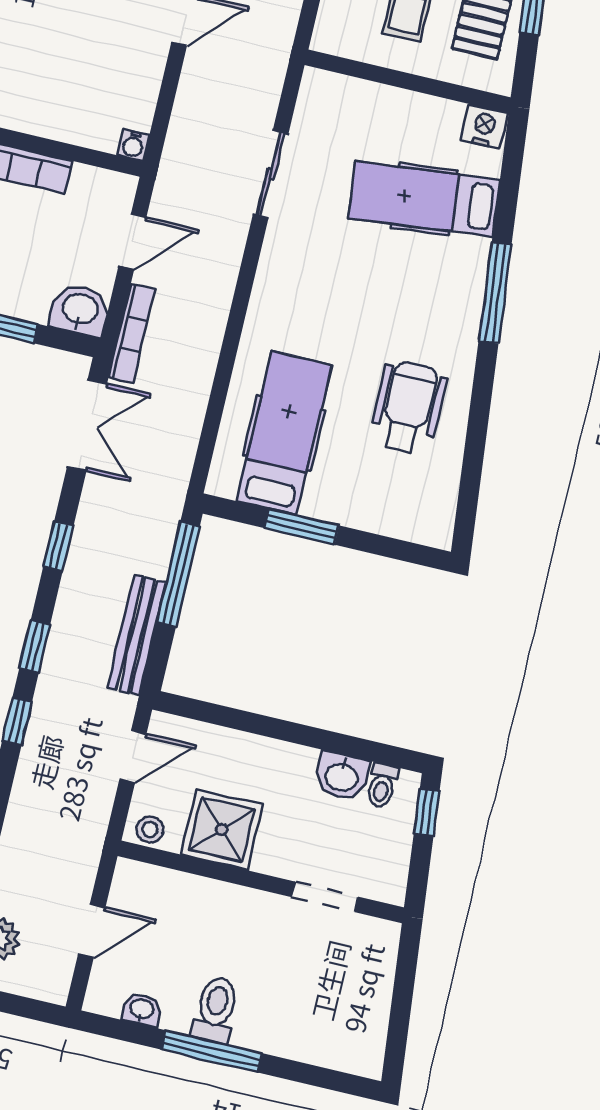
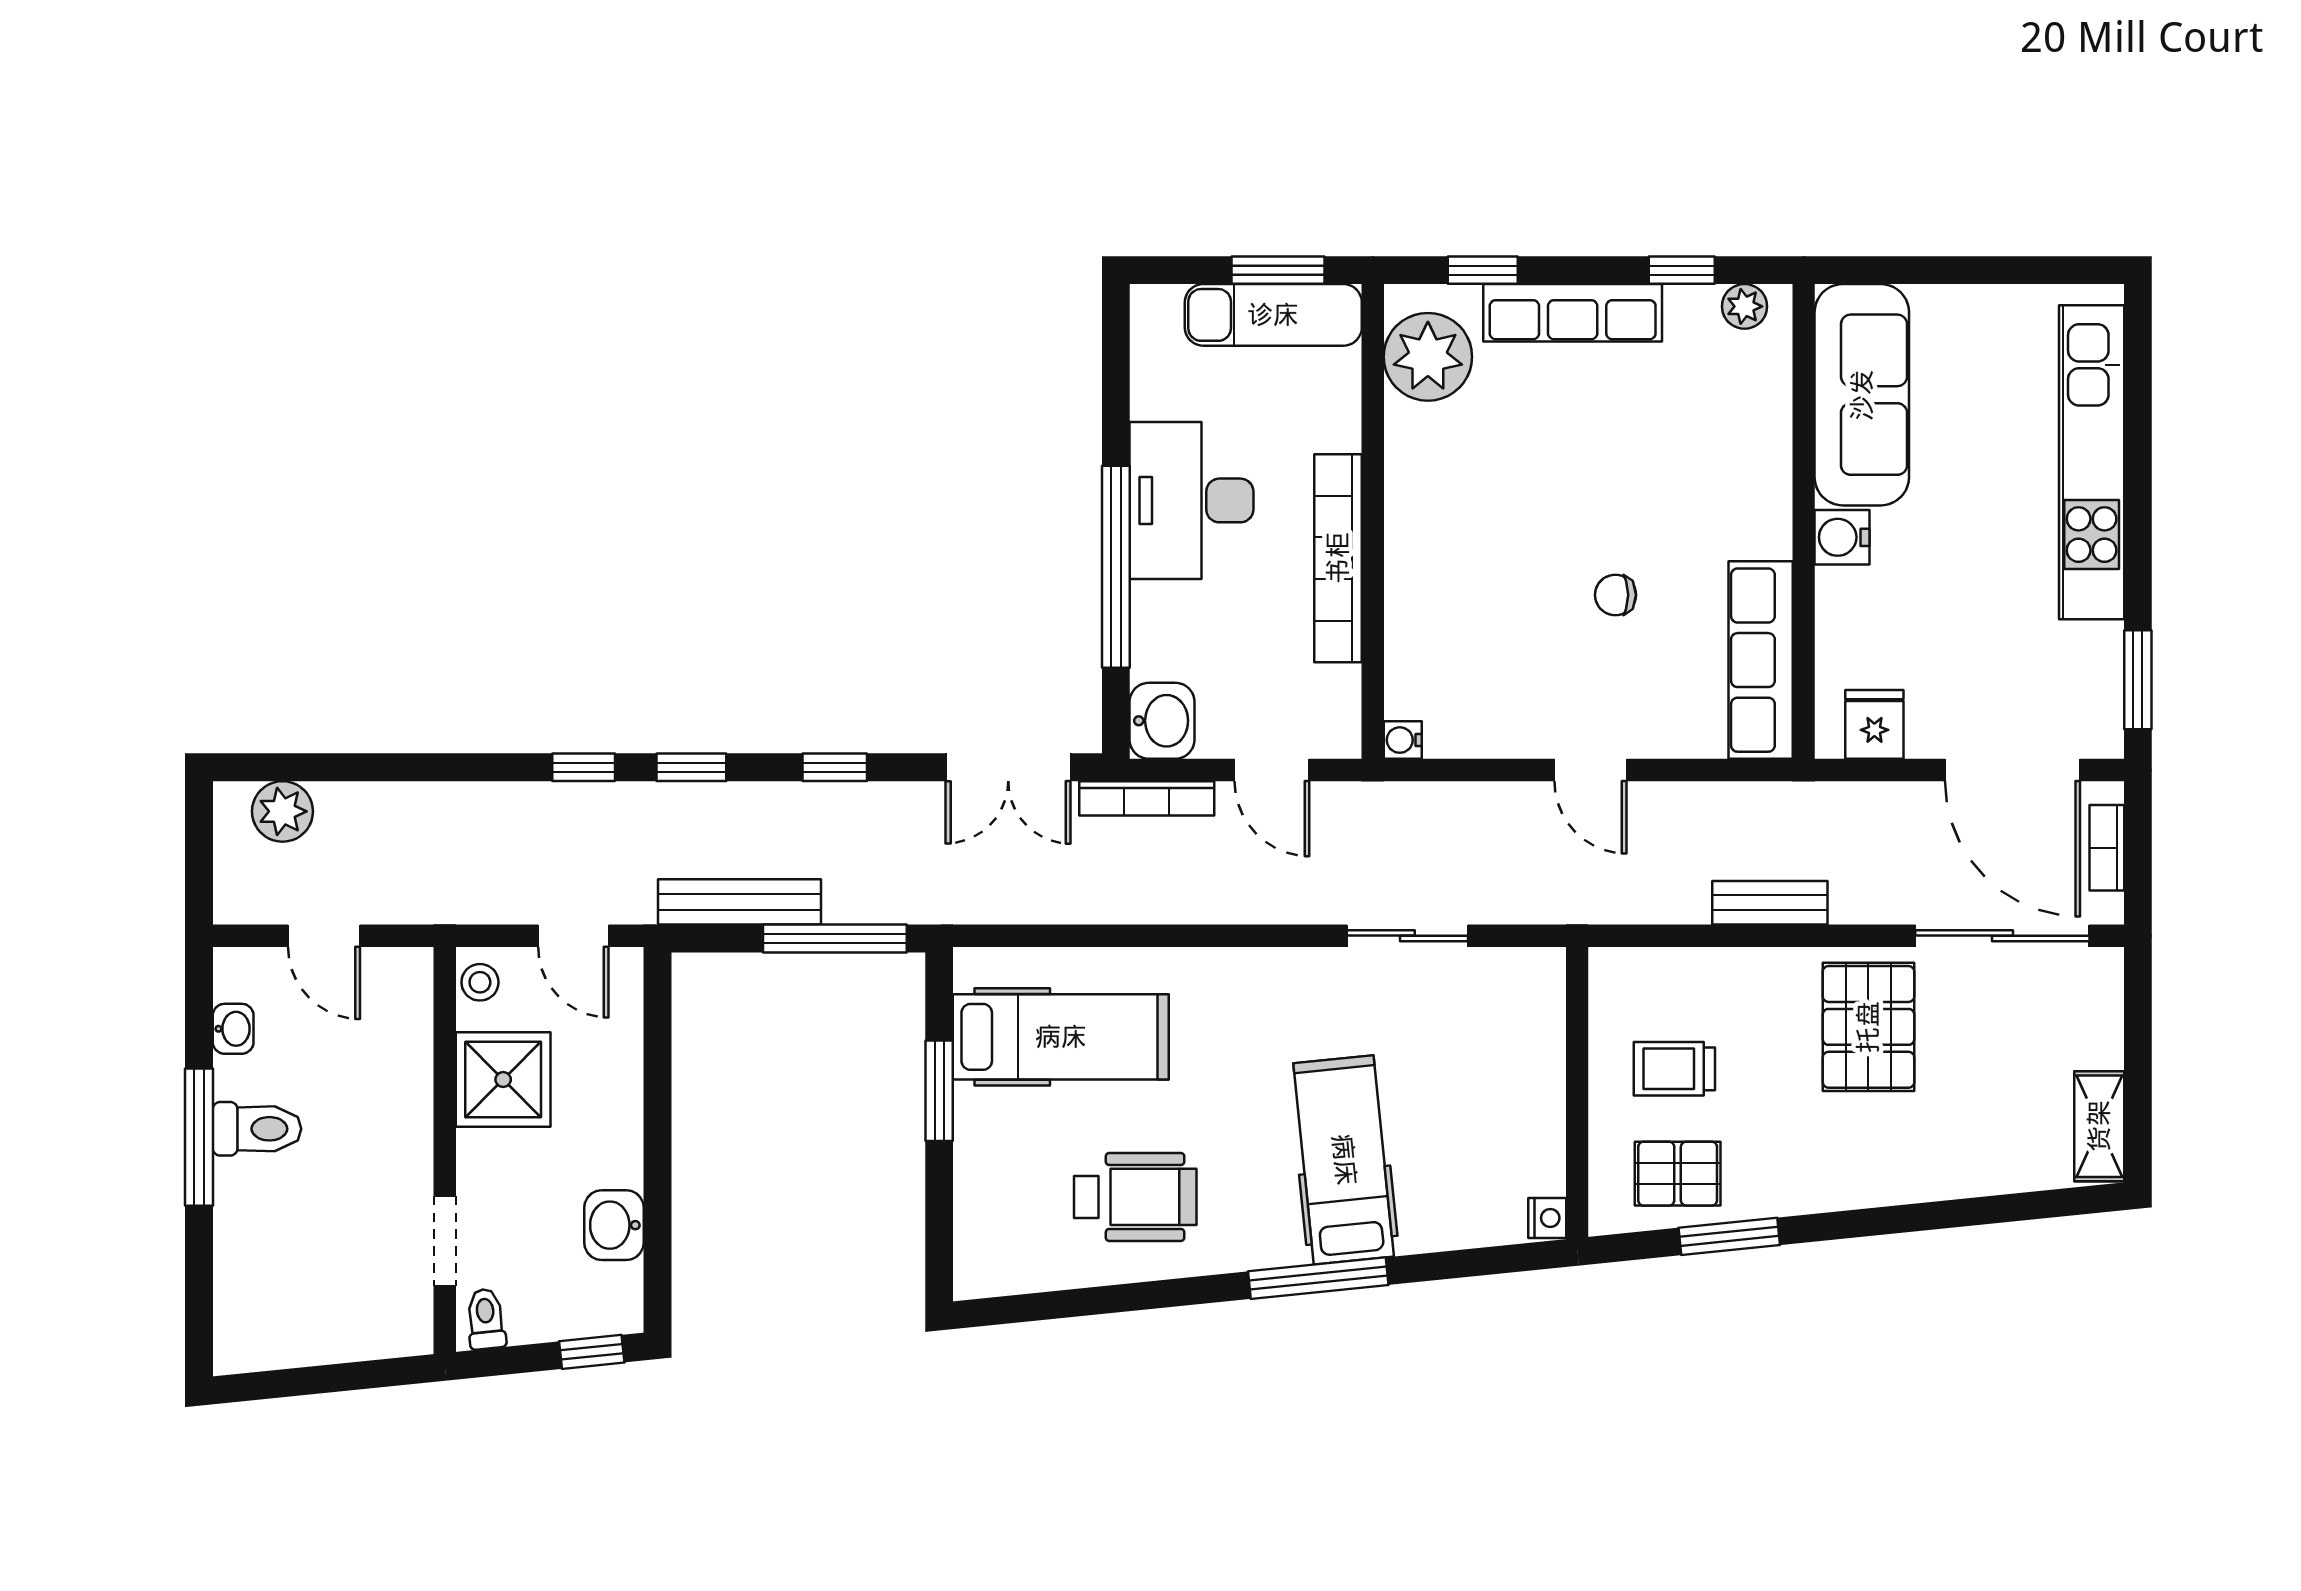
nightstand: (484, 126) -> (1547, 1218), width x0.72, depth x0.74
hospital bed: (424, 199) -> (1344, 1160), moved
toilet: (382, 786) -> (486, 1319), moved, turned 84

